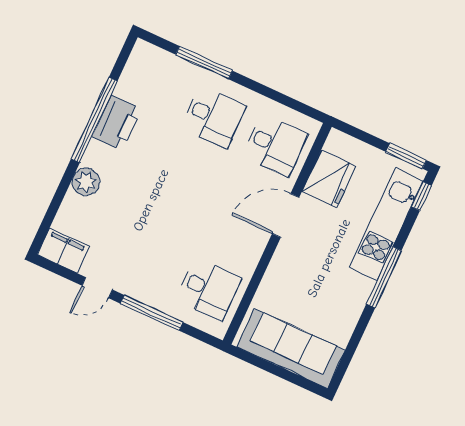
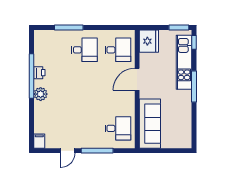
printer: (117, 123) -> (39, 73), width x0.53, depth x0.68
fridge: (329, 179) -> (149, 41), moved
plant: (86, 182) -> (41, 94), moved
filing cabinet: (63, 251) -> (39, 141), width x0.50
sofa: (291, 348) -> (150, 124), moved, turned 90

